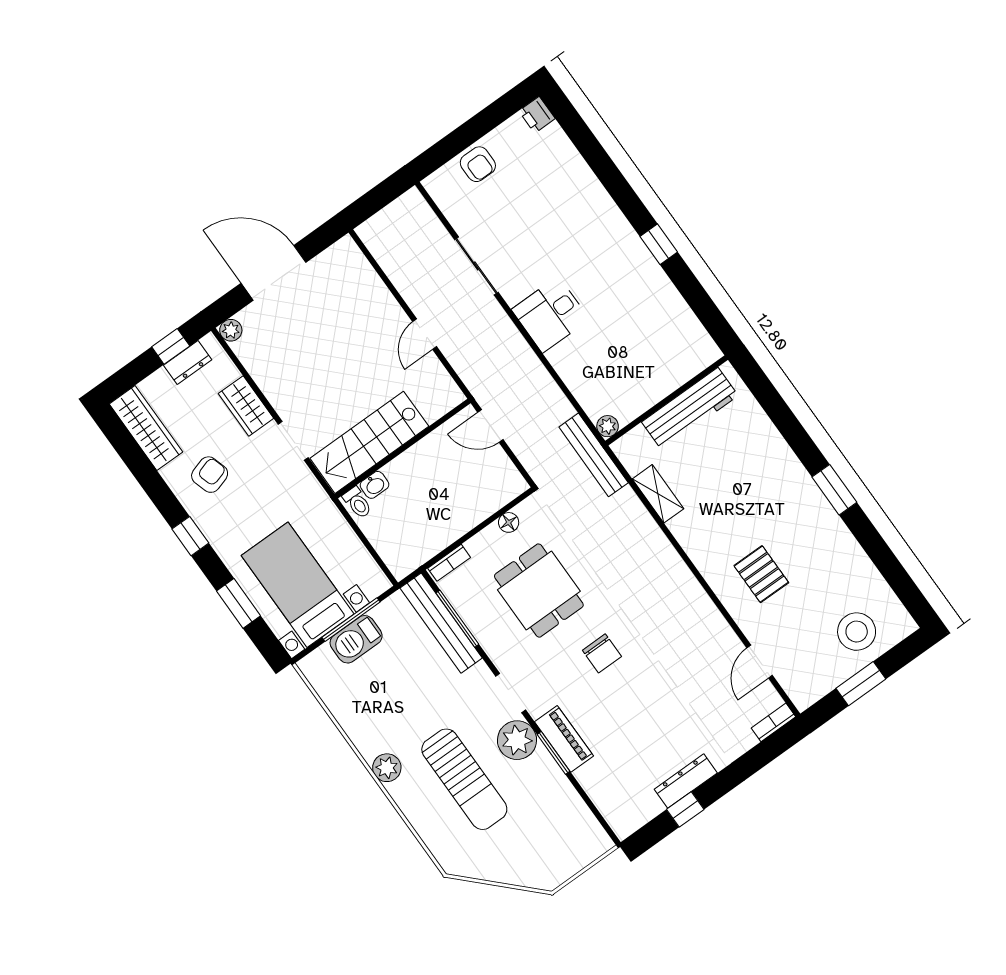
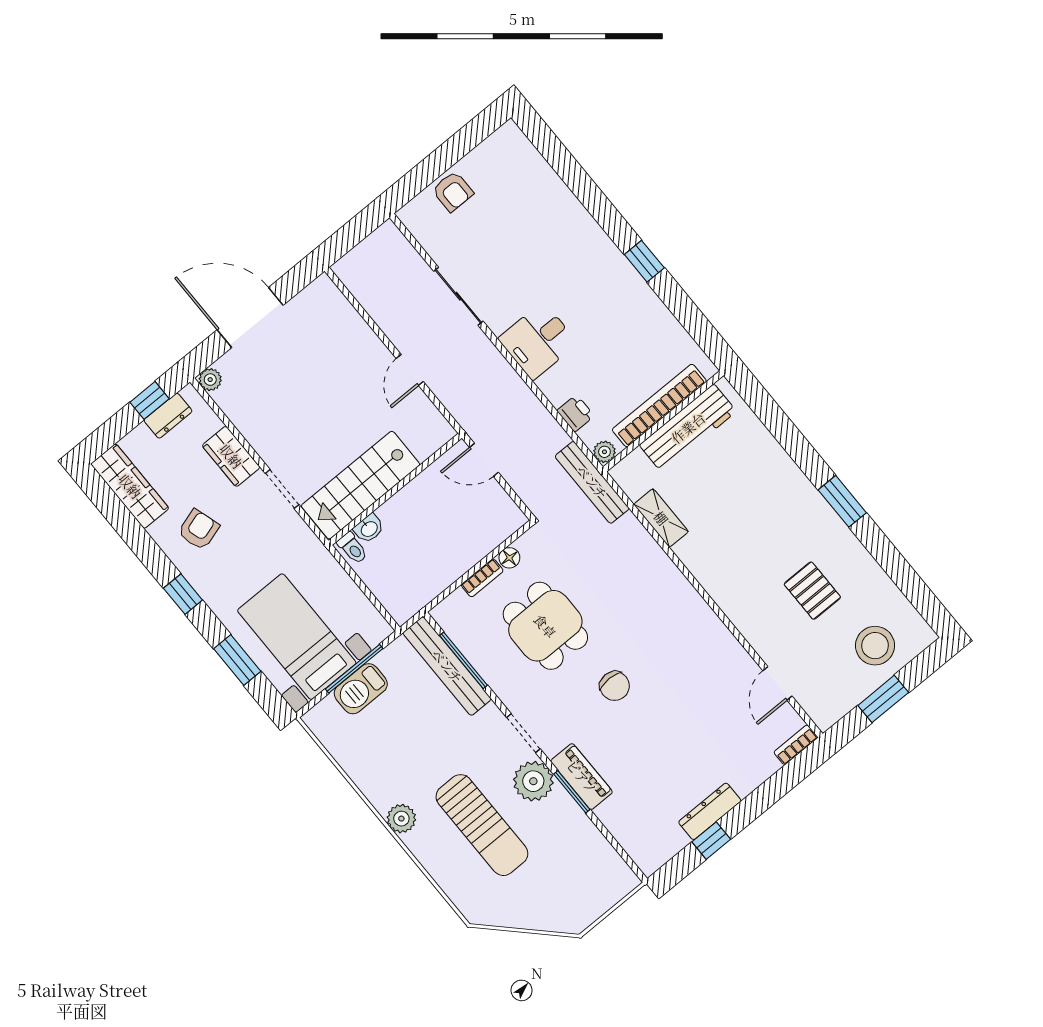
printer: (537, 115) -> (575, 413), moved, turned 180
bookcase: (664, 385) -> (659, 405), added
bookcase: (449, 563) -> (482, 578), moved
pallet: (761, 574) -> (812, 591), moved

